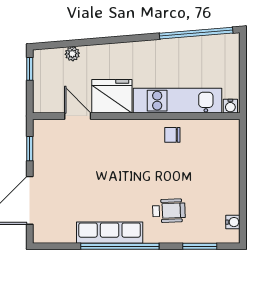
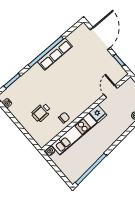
fridge: (112, 96) -> (98, 114), width x0.53, depth x0.75
door: (78, 116) -> (111, 91), swing flipped
wheelchair: (169, 211) -> (41, 112), moved

